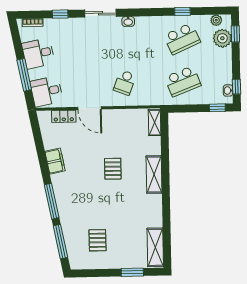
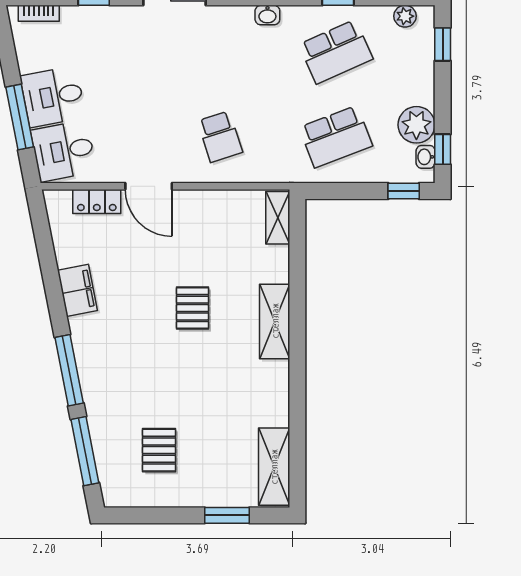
washbasin: (128, 21) -> (267, 15), moved
plant: (222, 38) -> (416, 125), moved
desk: (38, 53) -> (53, 97), moved
school desk: (125, 83) -> (220, 137), turned -39

